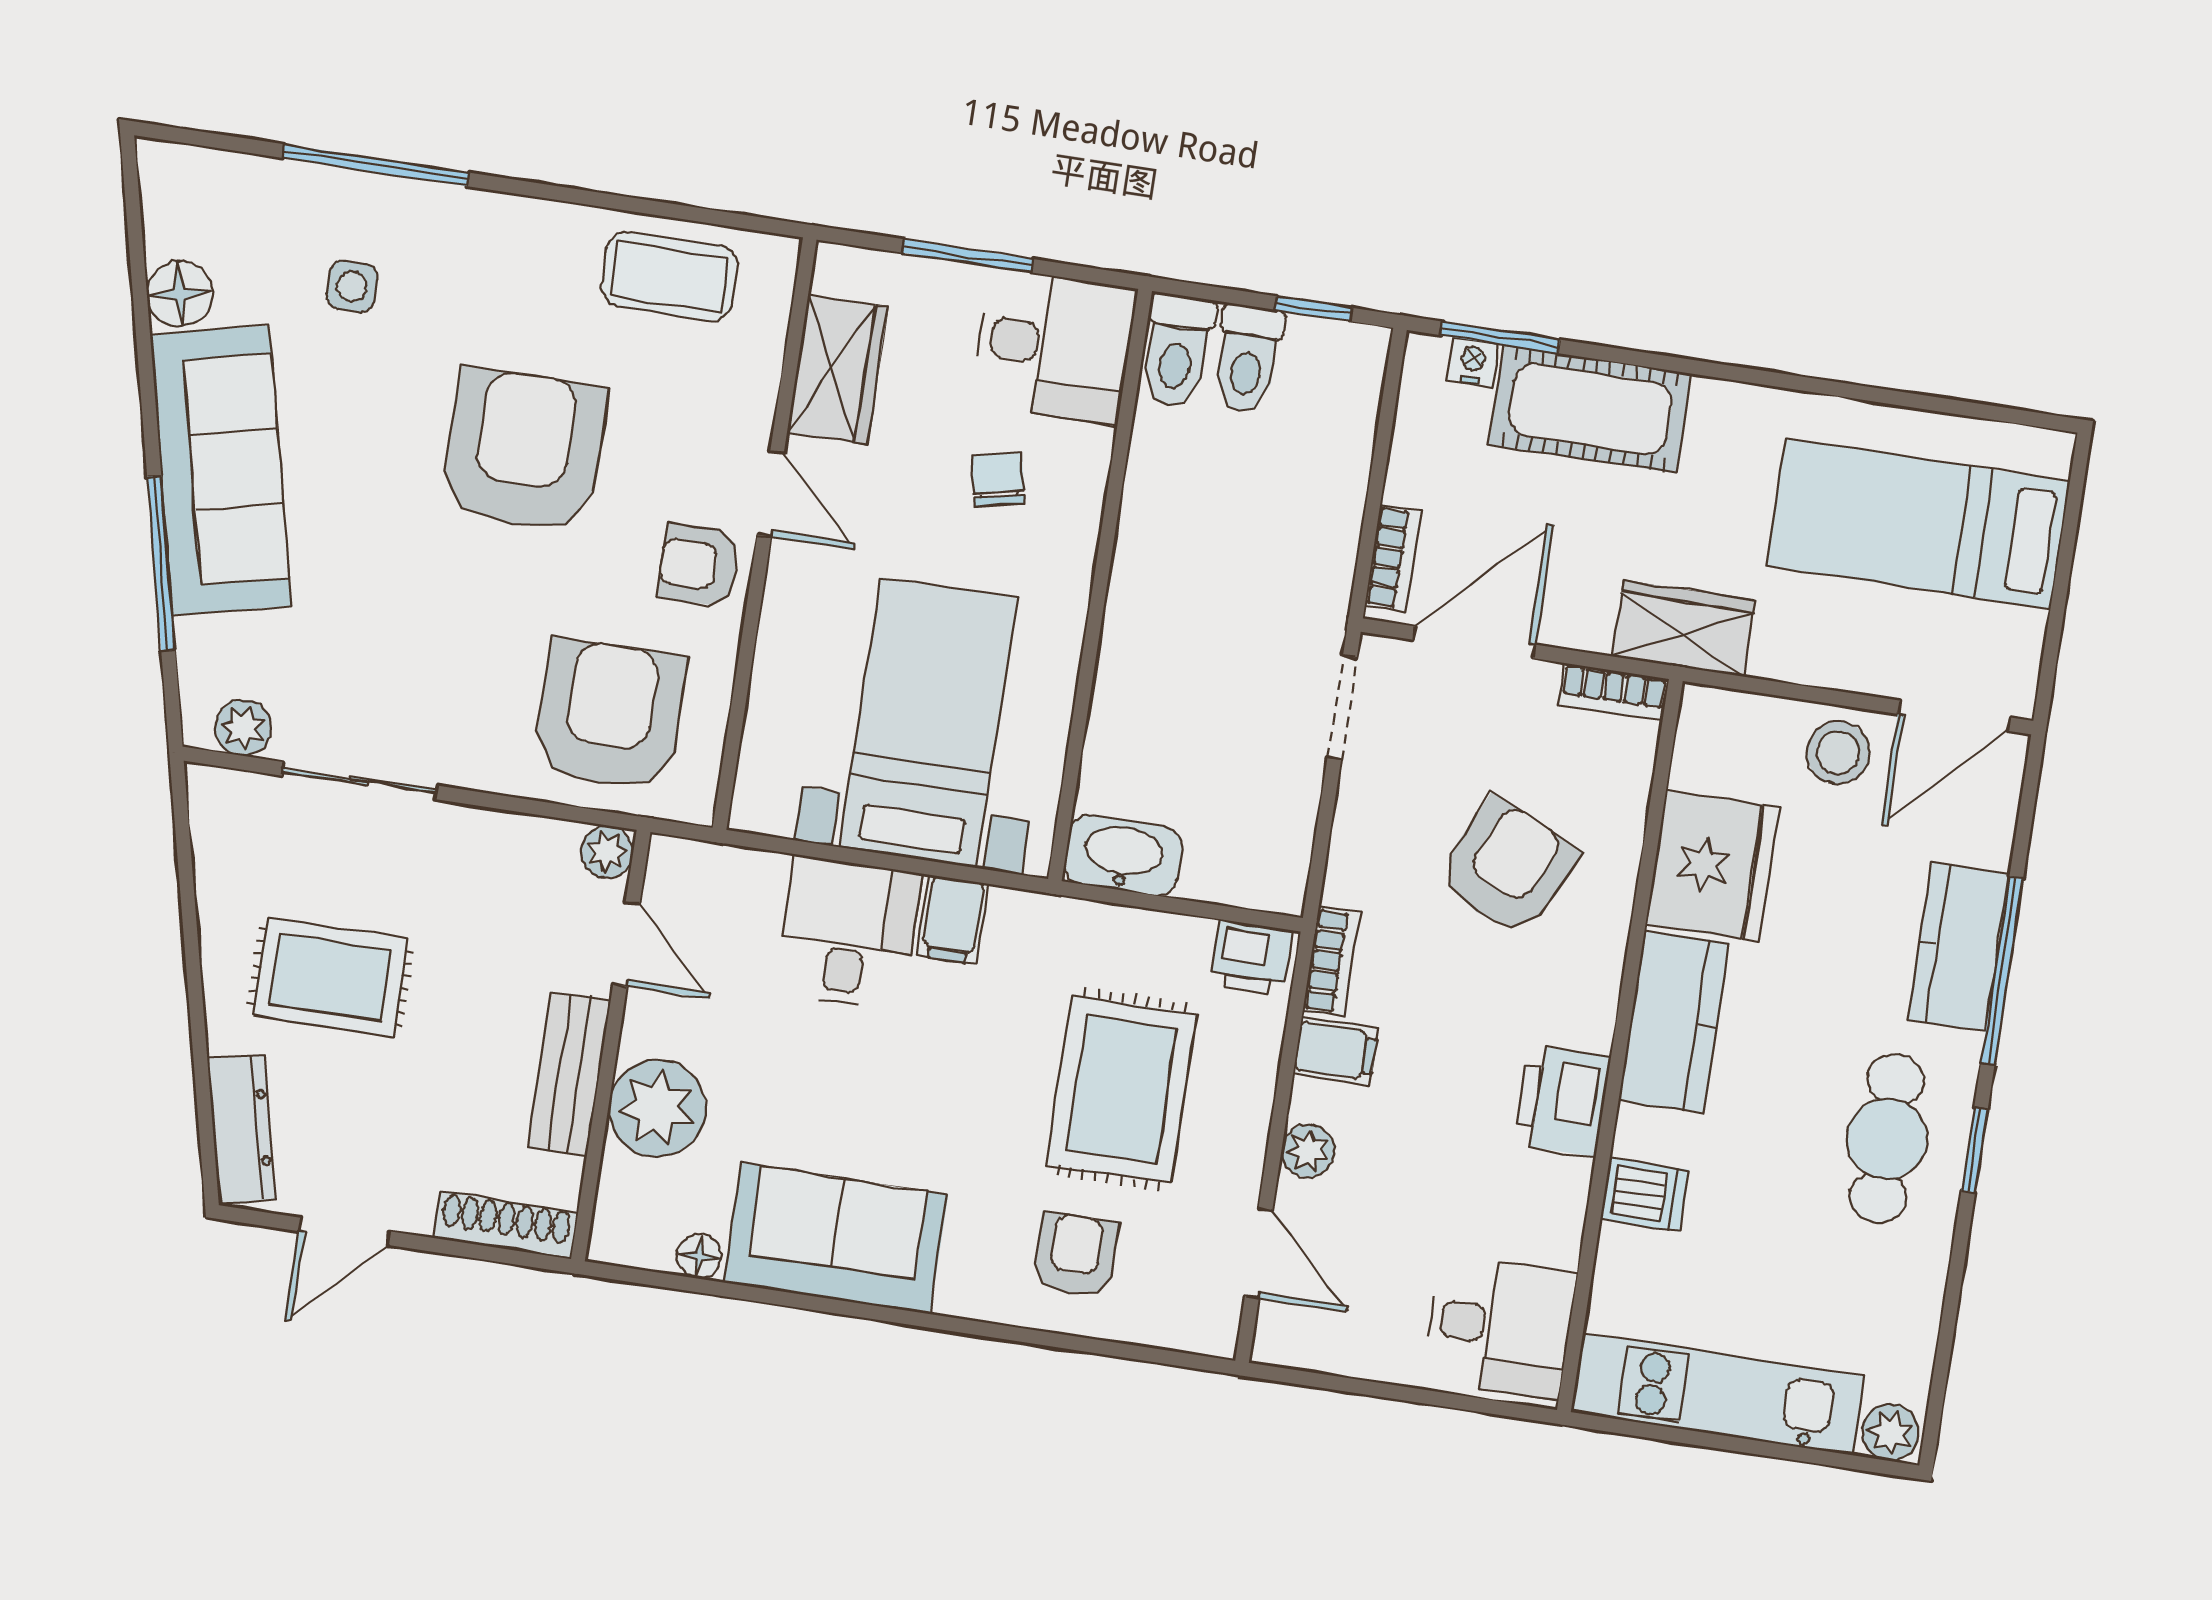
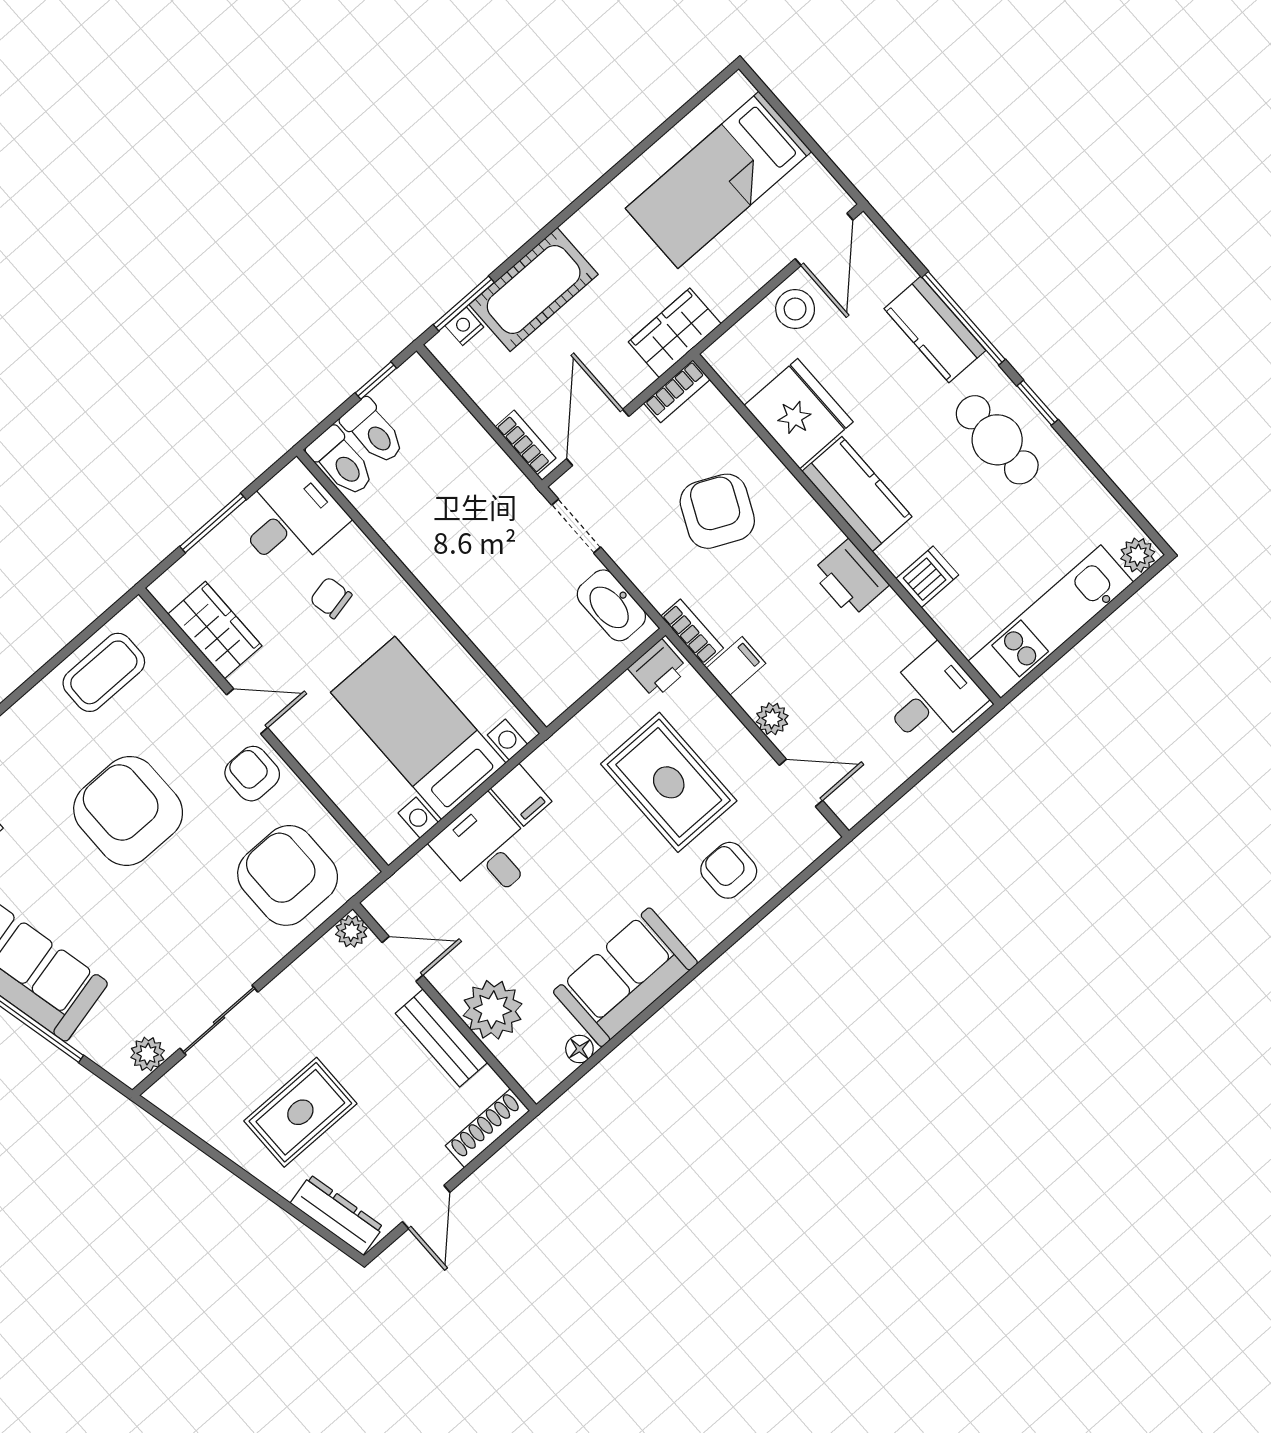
armchair: (699, 565) -> (252, 774), turned 90
washbasin: (1123, 855) -> (611, 605), moved, turned -90

